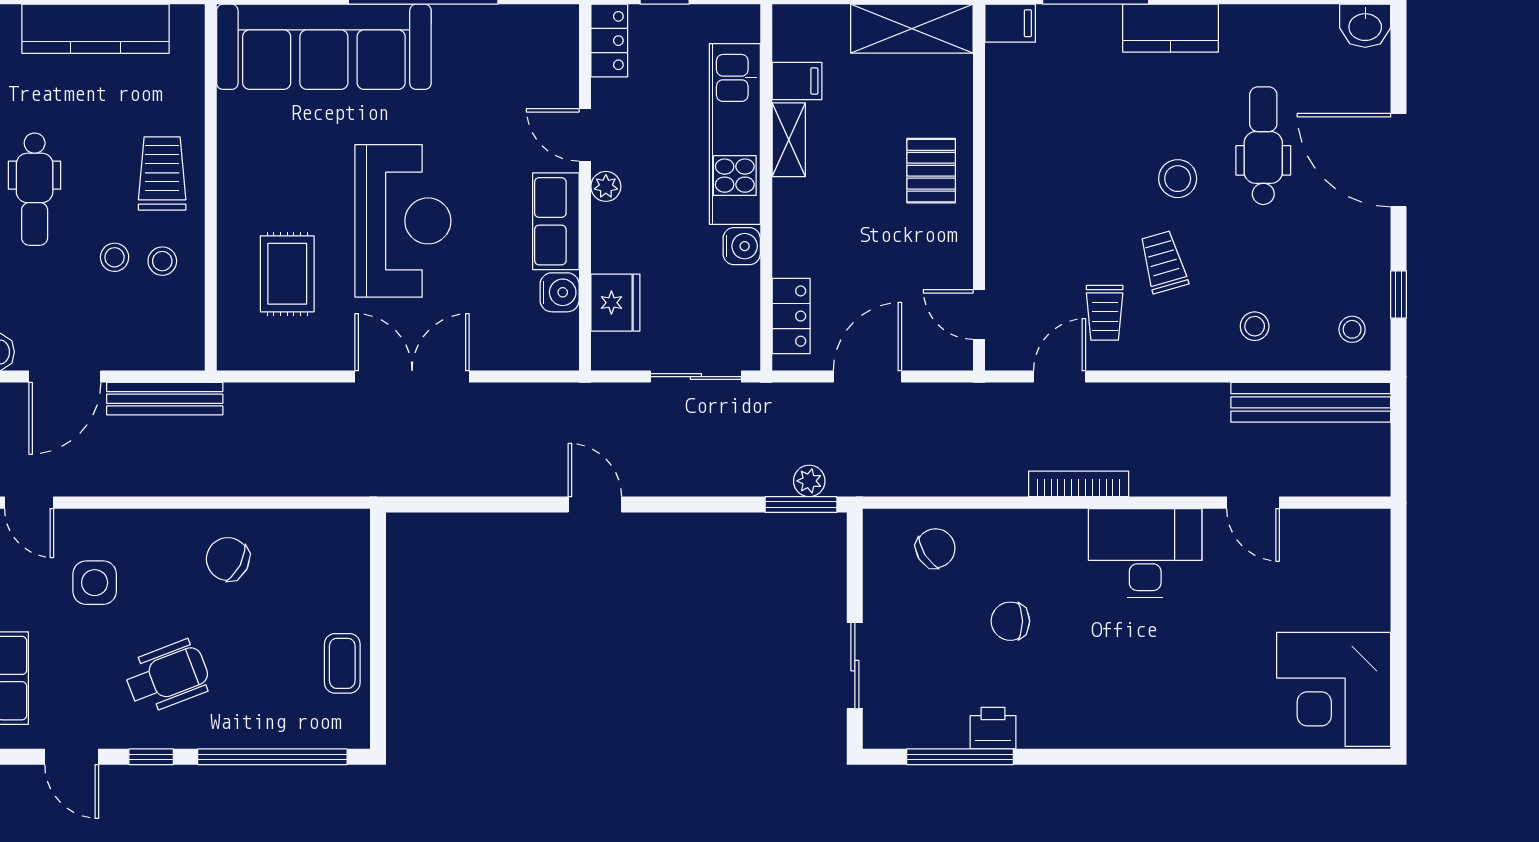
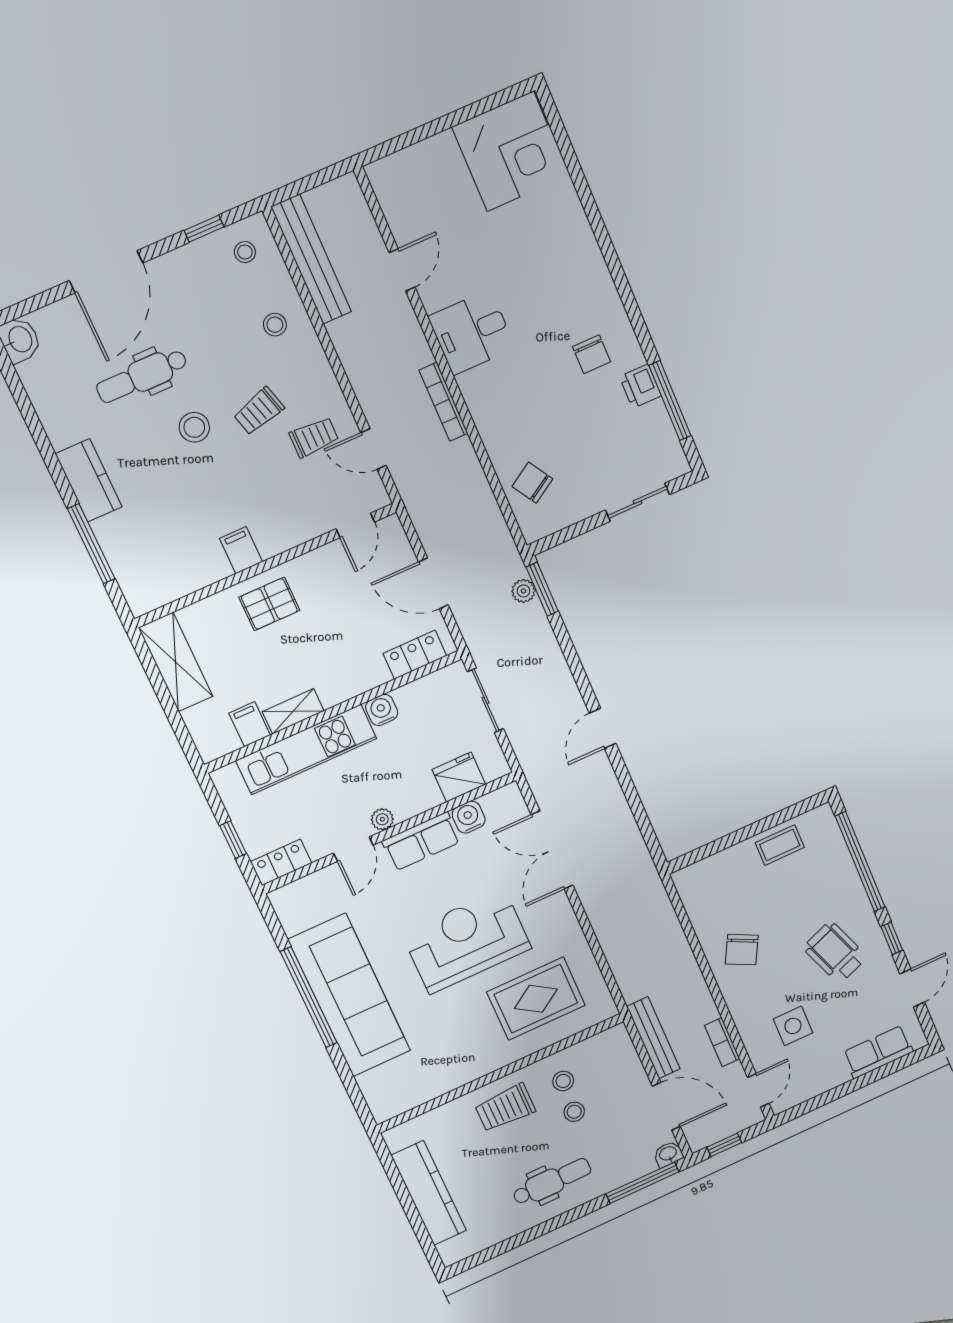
filing cabinet: (1010, 23) -> (241, 550), moved
sofa: (324, 47) -> (349, 995), moved
rug: (287, 274) -> (536, 999), width x1.36, depth x1.43
double door: (412, 377) -> (552, 850), moved
bookcase: (117, 483) -> (722, 1042), added
desk: (1145, 553) -> (472, 332), width x0.73
chair: (1010, 621) -> (591, 354), moved

